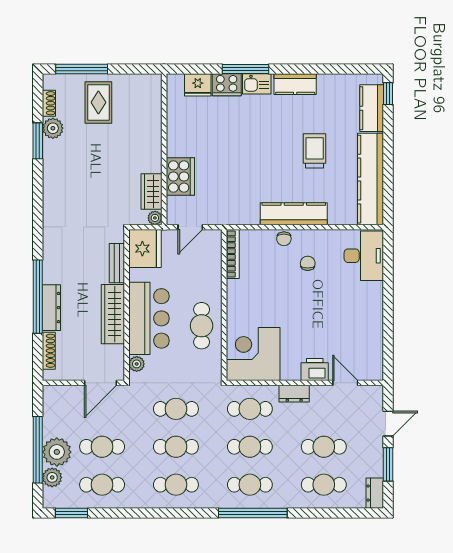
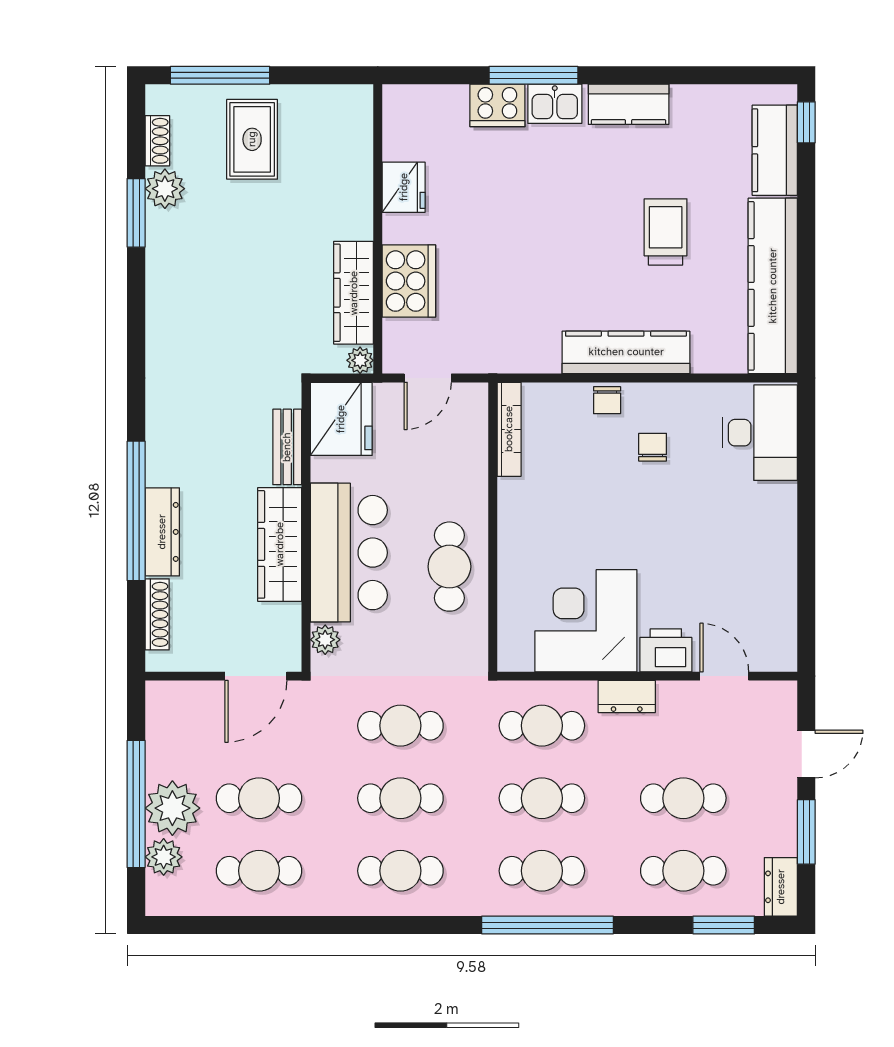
fridge: (198, 85) -> (404, 187), moved, turned -90
wardrobe: (151, 192) -> (354, 293), width x1.50
corner desk: (253, 354) -> (586, 621), moved
window: (71, 513) -> (724, 925), moved

